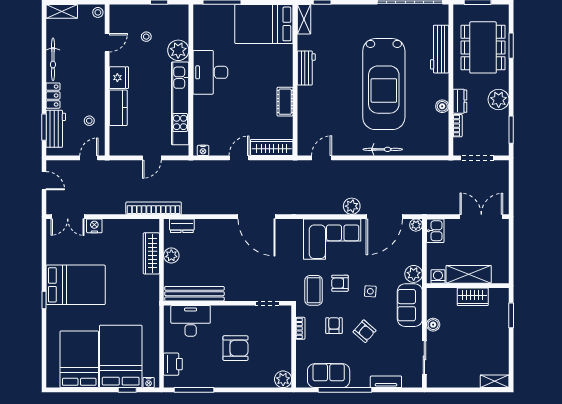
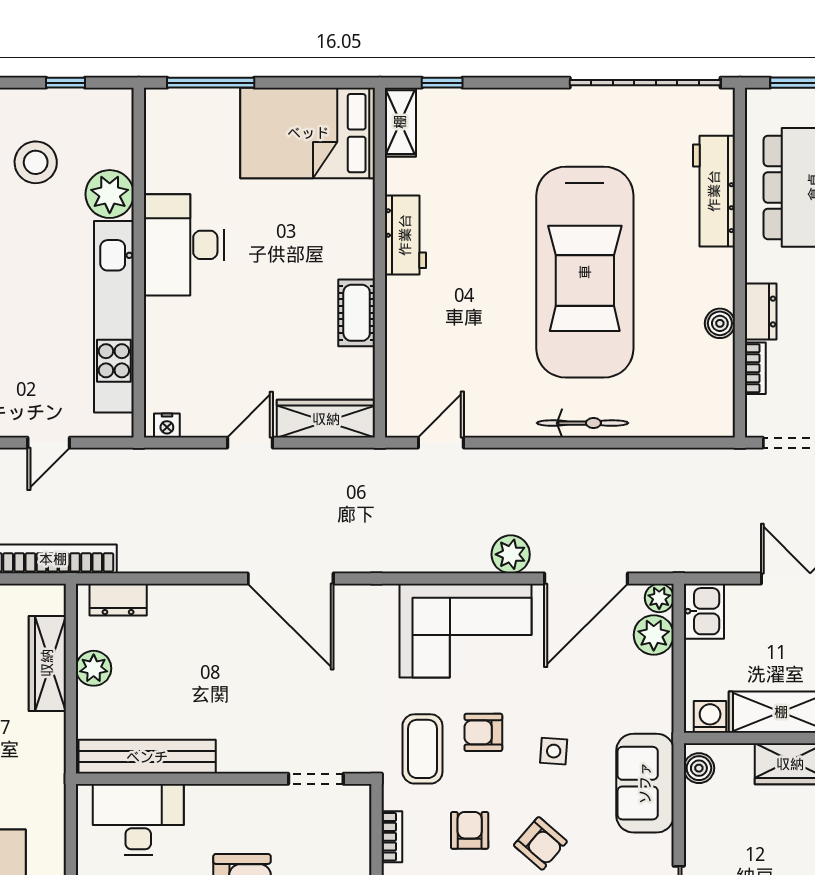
stool: (146, 37) -> (36, 162), width x1.89, depth x1.89
plant: (414, 274) -> (654, 635), moved
boiler: (433, 325) -> (699, 768), moved

